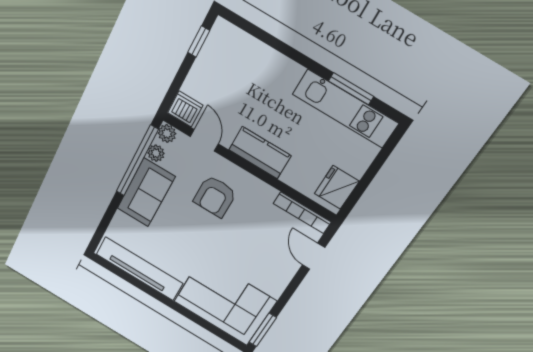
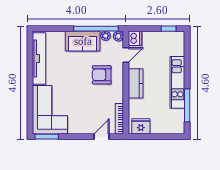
window: (351, 89) -> (187, 105), width x1.44
kitchen unit: (345, 109) -> (177, 82), moved

